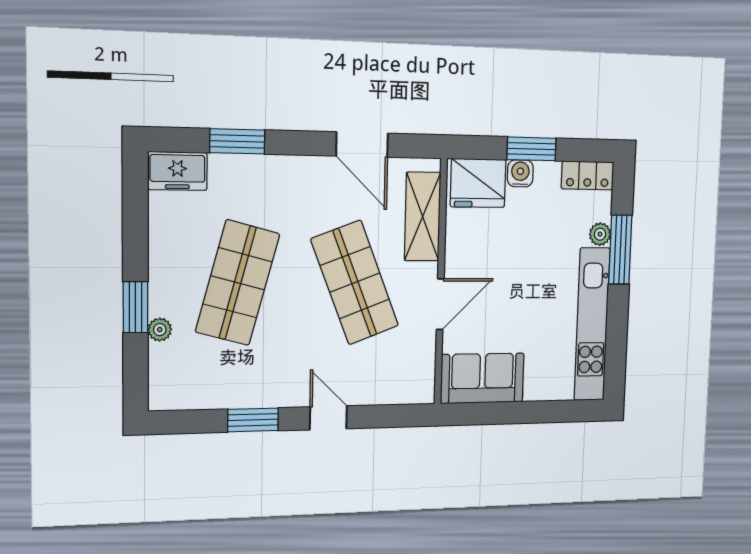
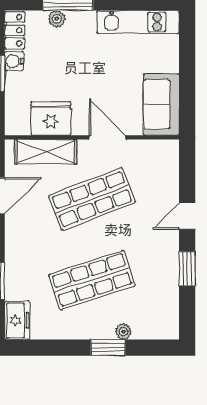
water cooler: (520, 173) -> (14, 61), moved
fridge: (478, 183) -> (51, 118), moved, turned -90
shop shelf: (238, 283) -> (92, 280), turned -33
kitchen unit: (592, 324) -> (138, 22), width x0.73

